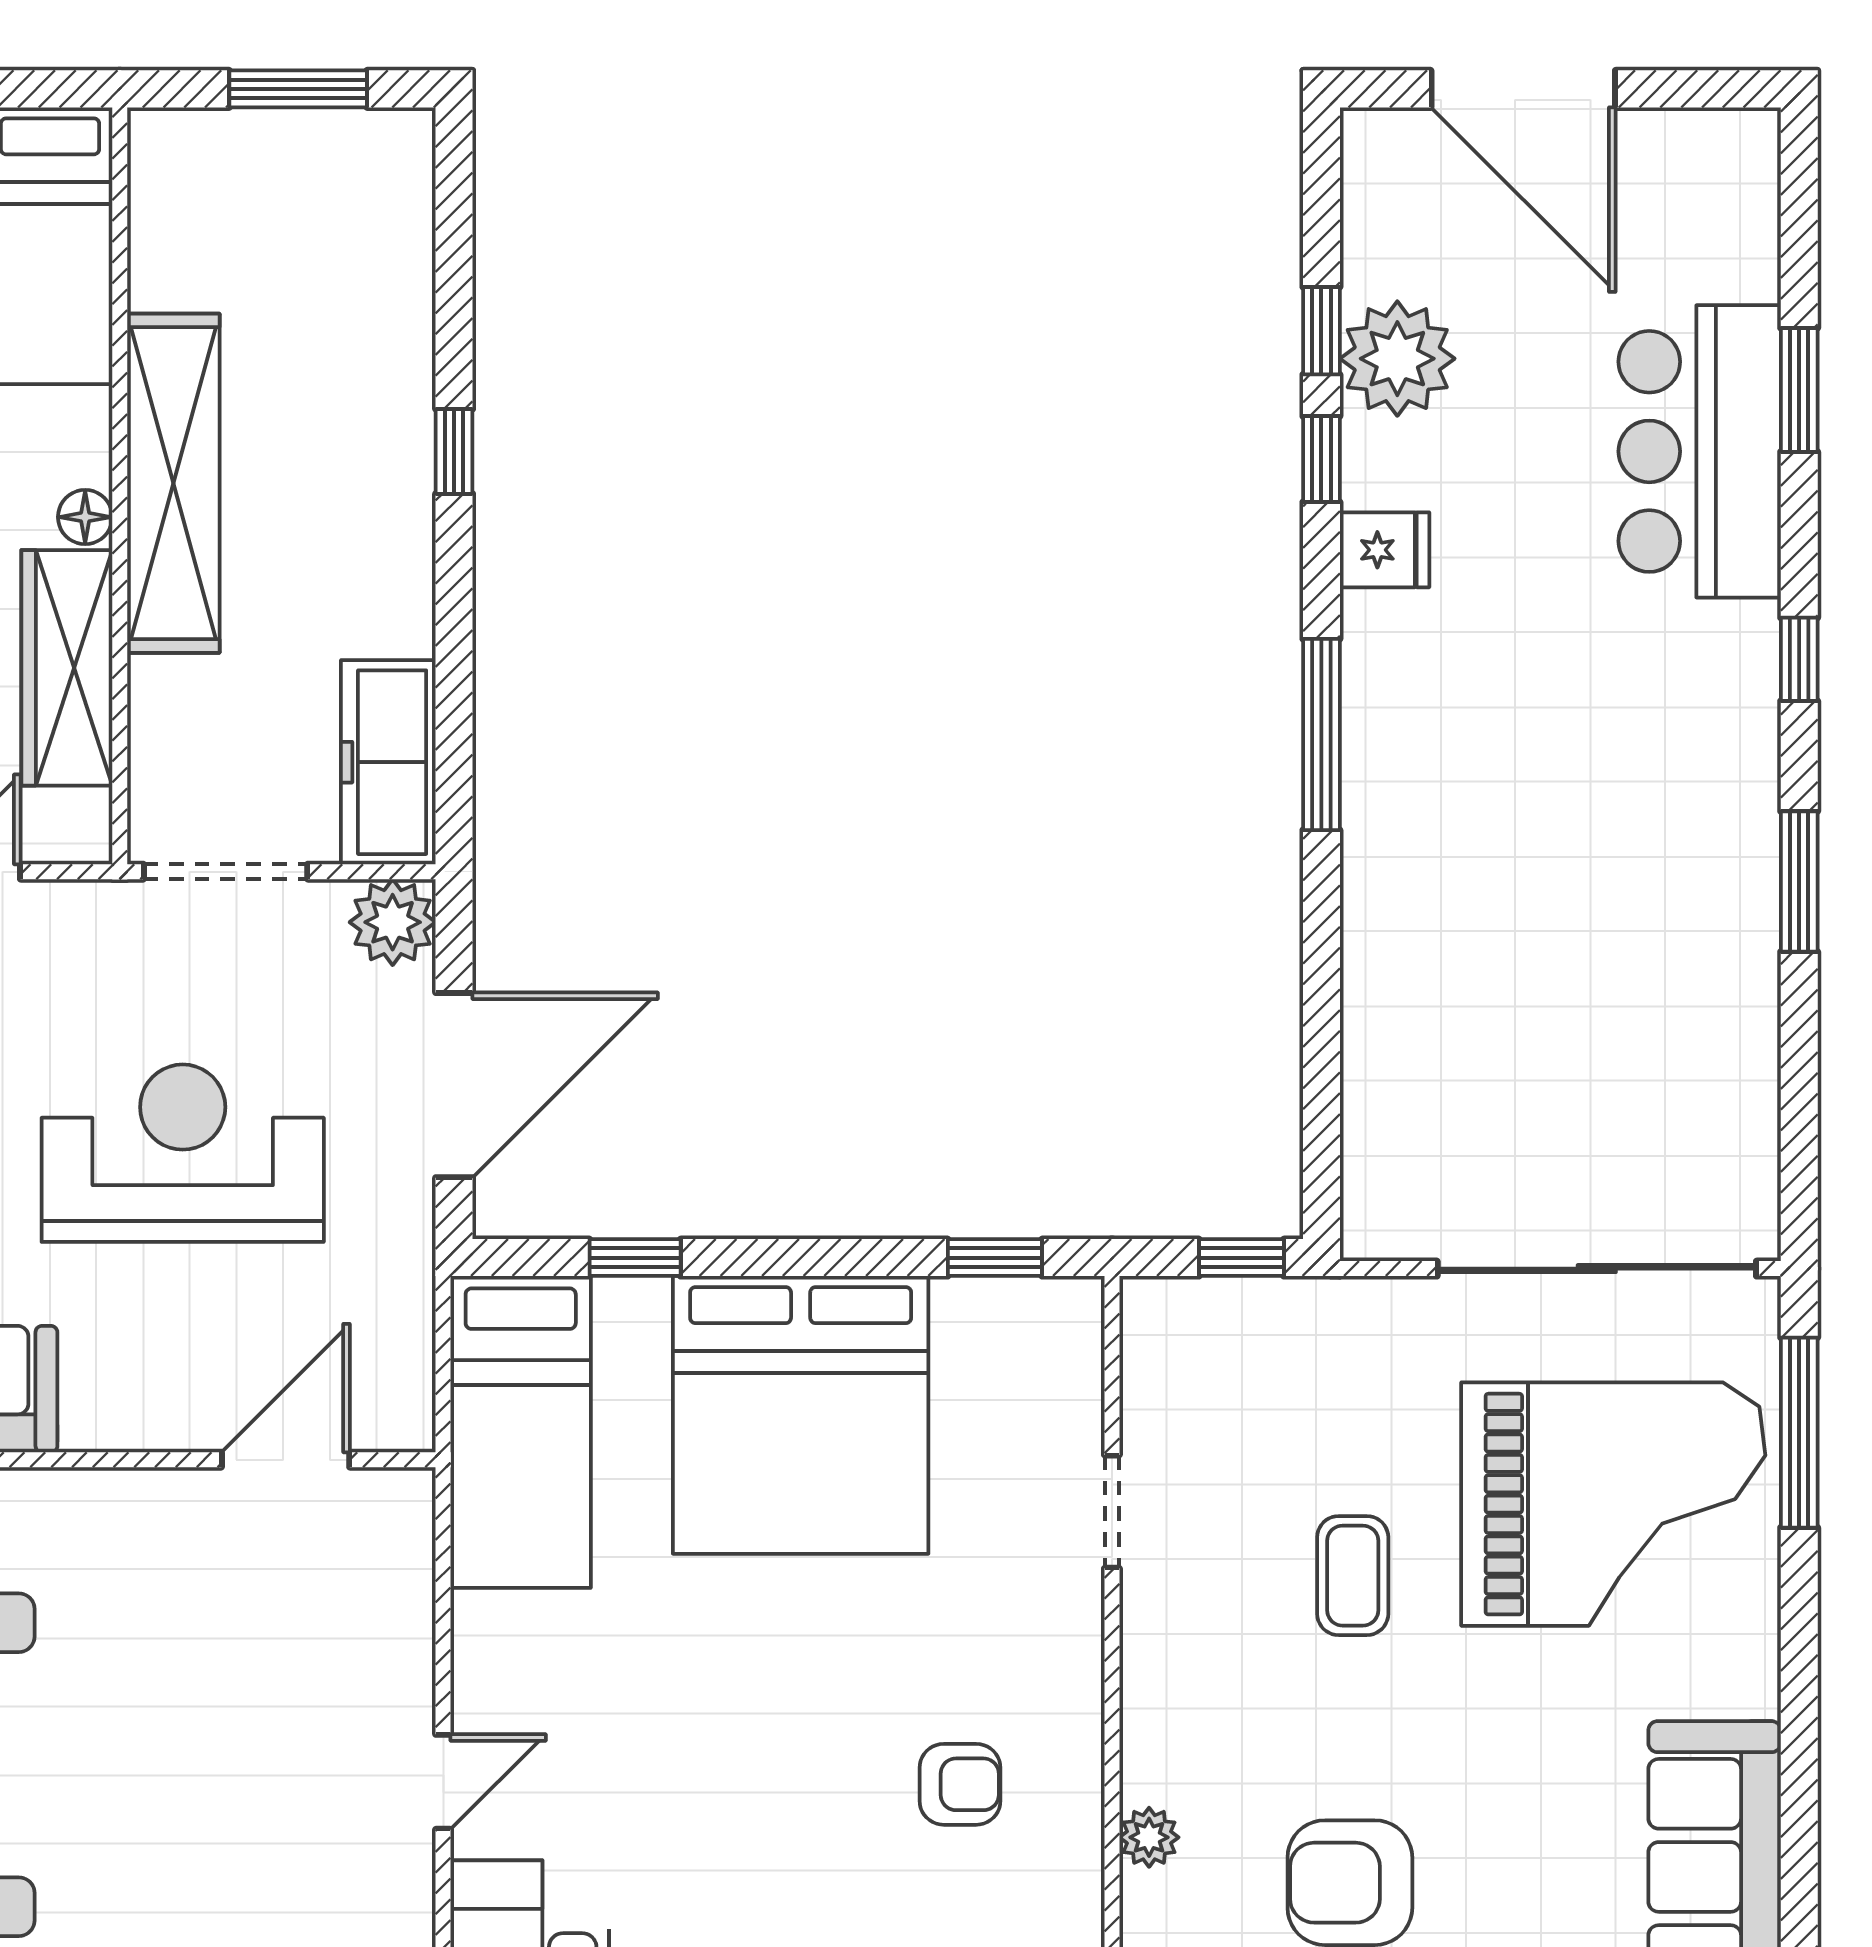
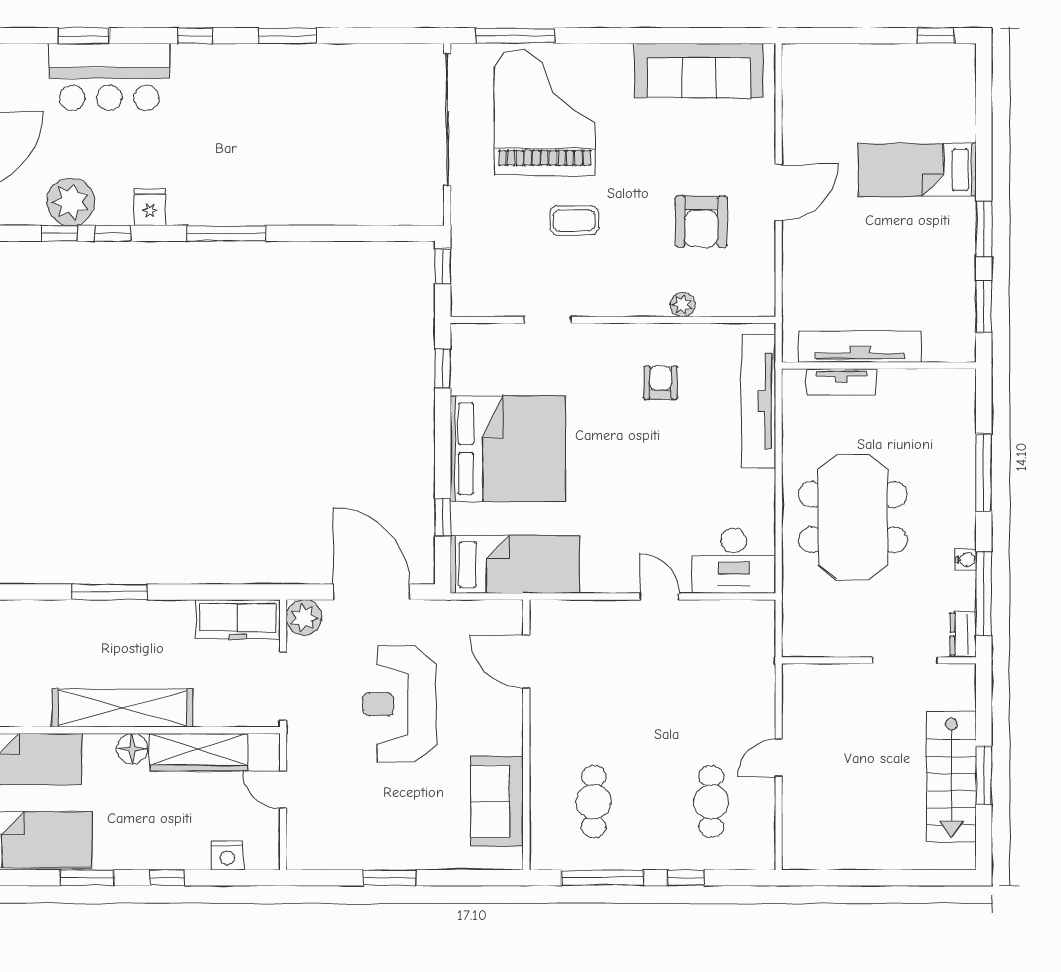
window: (454, 451) -> (109, 592), width x2.17
floor lamp: (85, 517) -> (132, 749), width x1.37, depth x1.37

